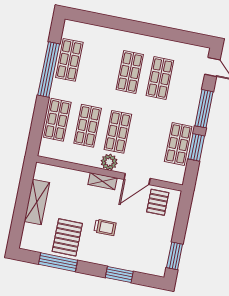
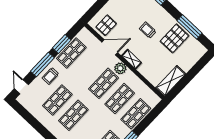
trolley: (186, 101) -> (50, 76), added
shelving: (37, 202) -> (171, 81), moved

